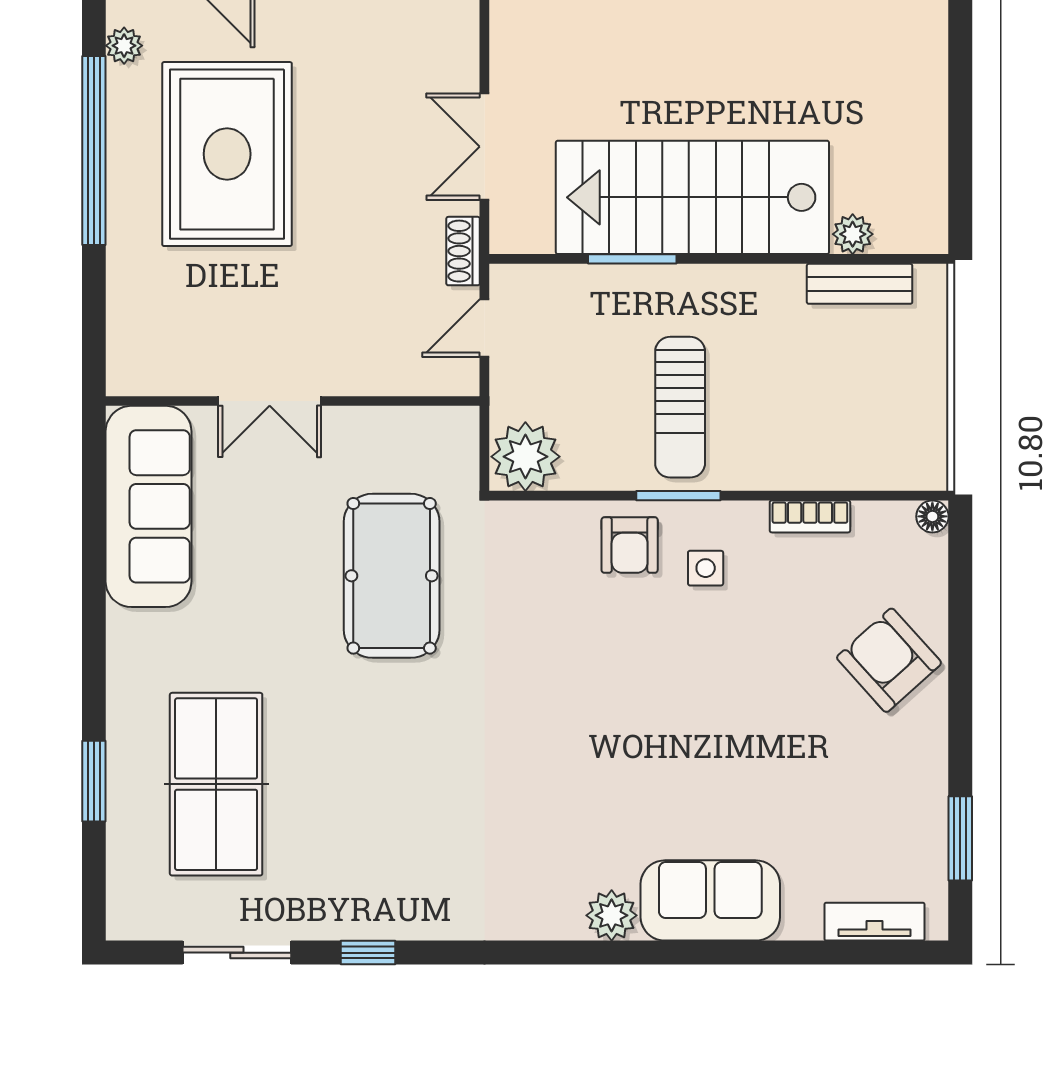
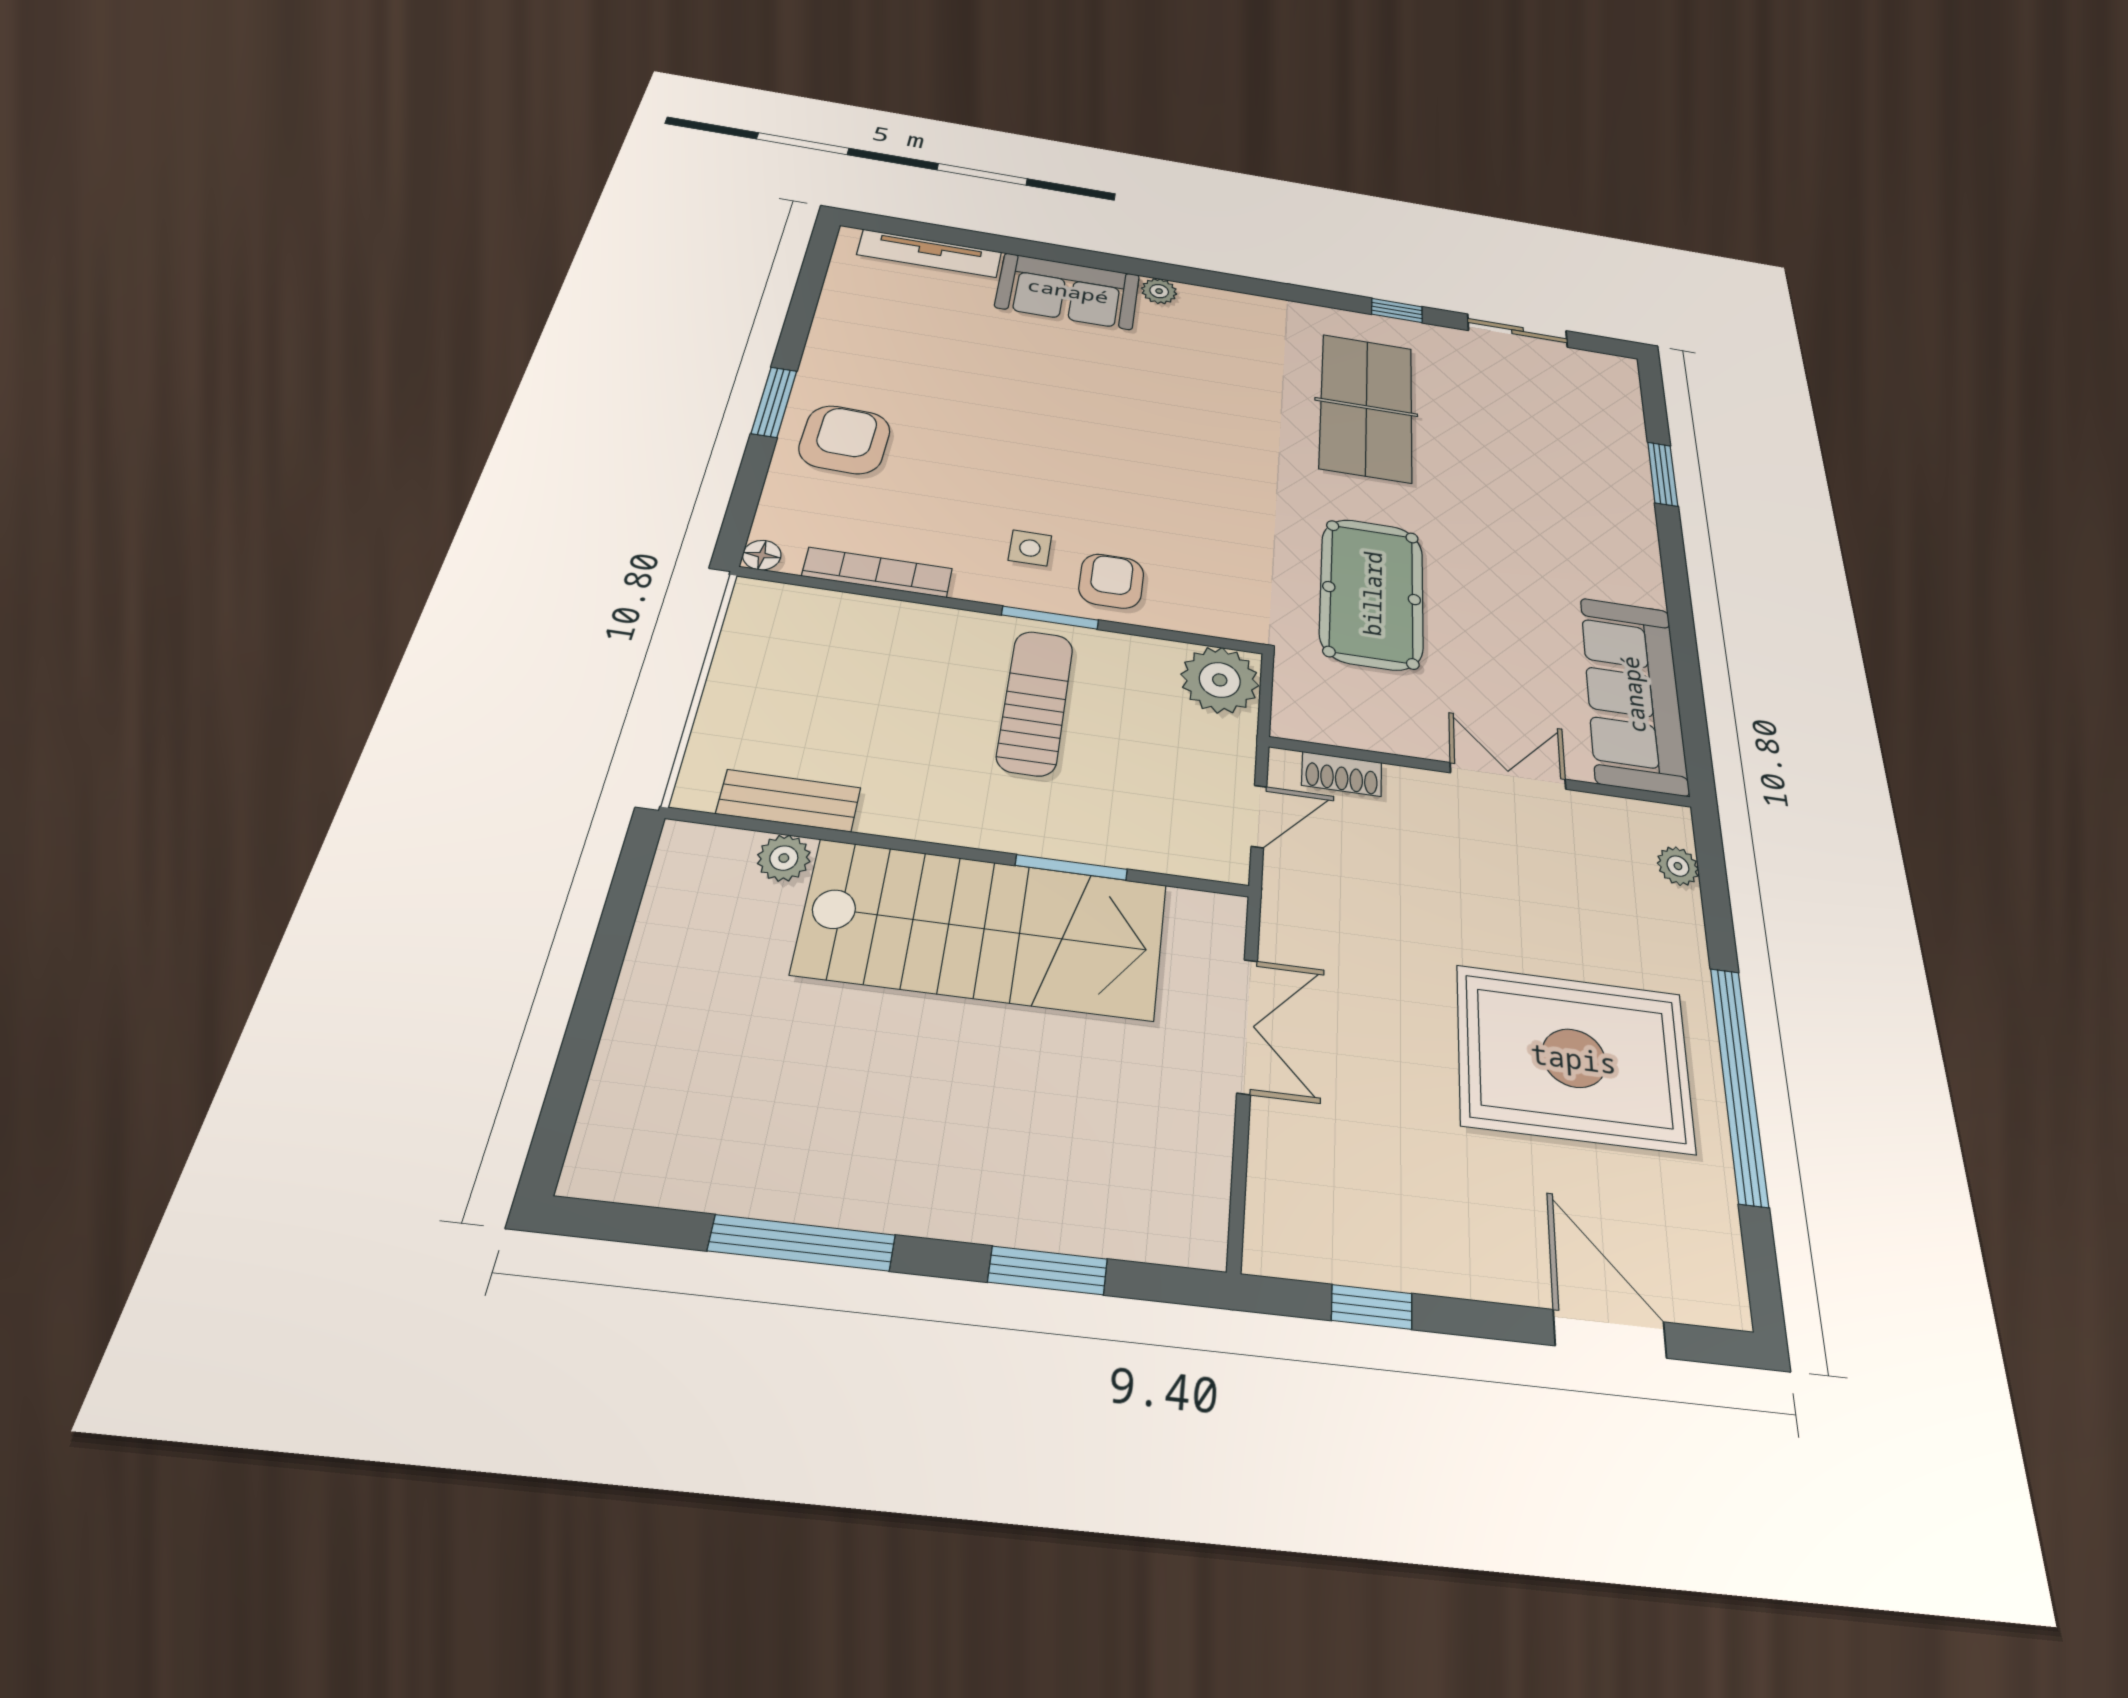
plant: (124, 46) -> (1678, 866), moved
rug: (227, 154) -> (1574, 1058), turned 90
shoe rack: (463, 251) -> (1342, 774), moved, turned 90
bookcase: (810, 516) -> (877, 572), width x1.56
armchair: (889, 660) -> (845, 440), turned -136
table tennis table: (216, 784) -> (1366, 407), moved
window: (960, 838) -> (774, 402), moved
plant: (612, 915) -> (1159, 291), width x0.73, depth x0.73
tv unit: (875, 922) -> (930, 253), width x1.41

